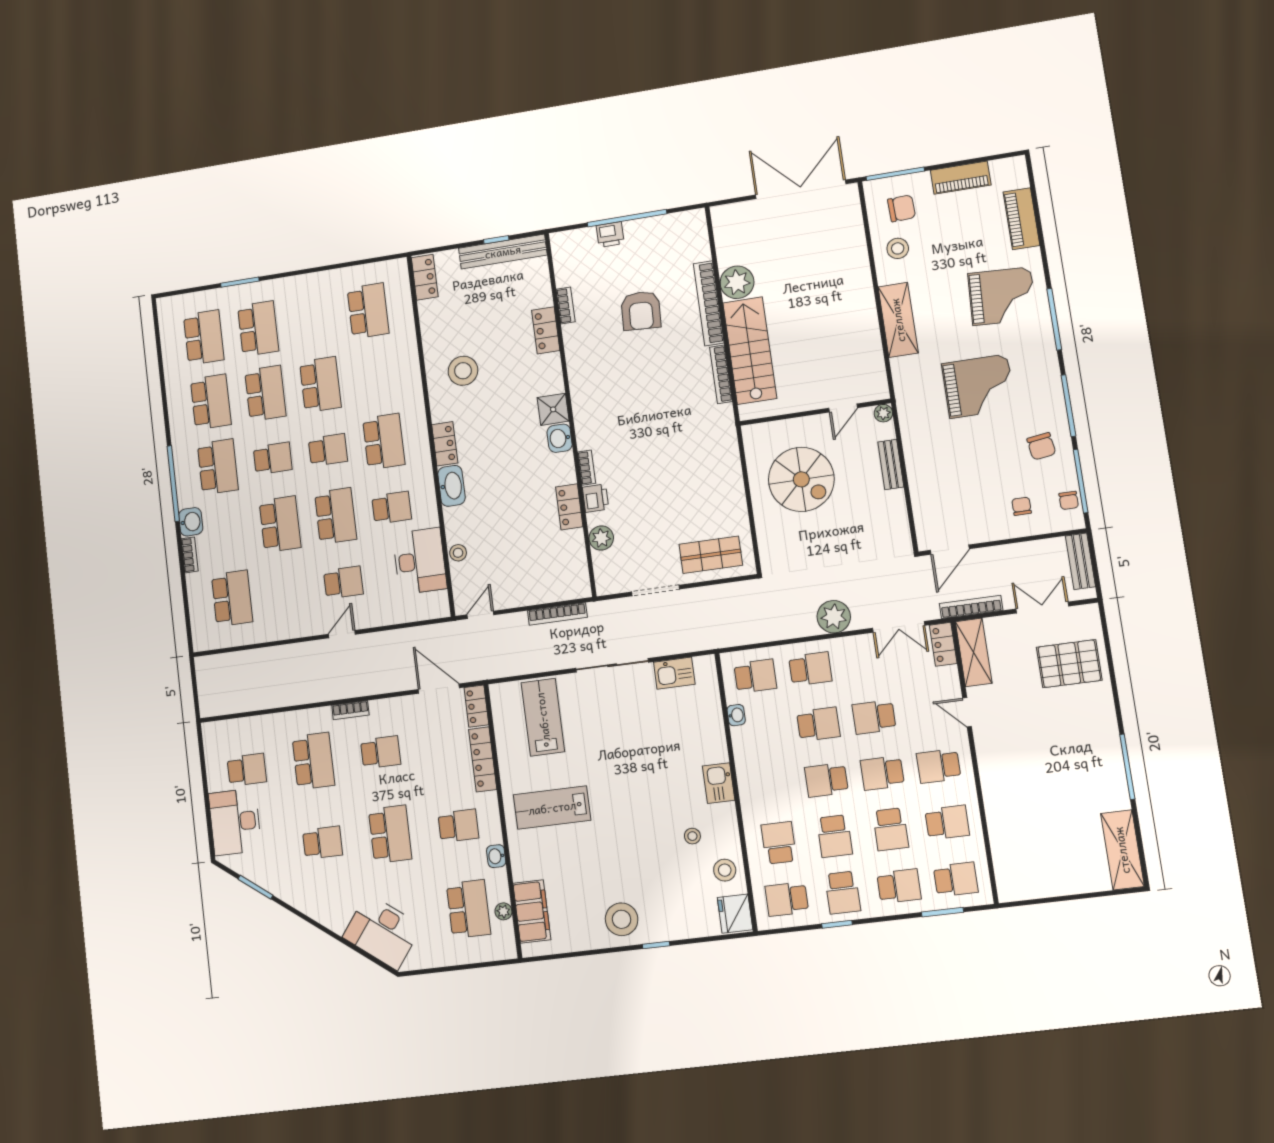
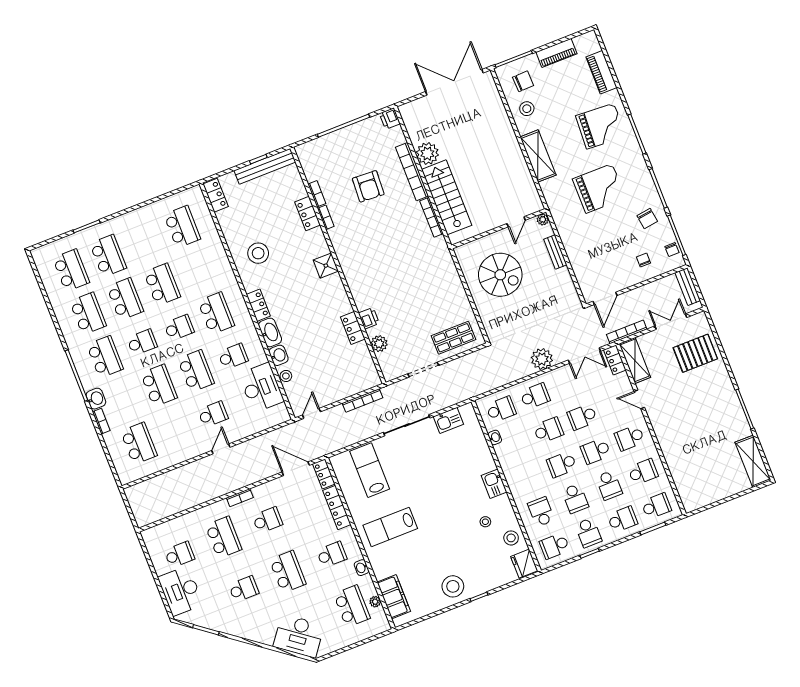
printer: (610, 234) -> (390, 119), moved, turned 90
washbasin: (560, 438) -> (279, 355), moved, turned 180
bookcase: (587, 468) -> (326, 217), moved

